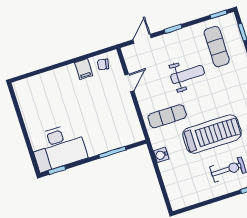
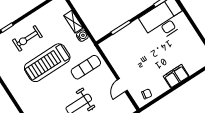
filing cabinet: (84, 69) -> (176, 76), moved, width x2.00
shelving: (167, 175) -> (73, 22), added

